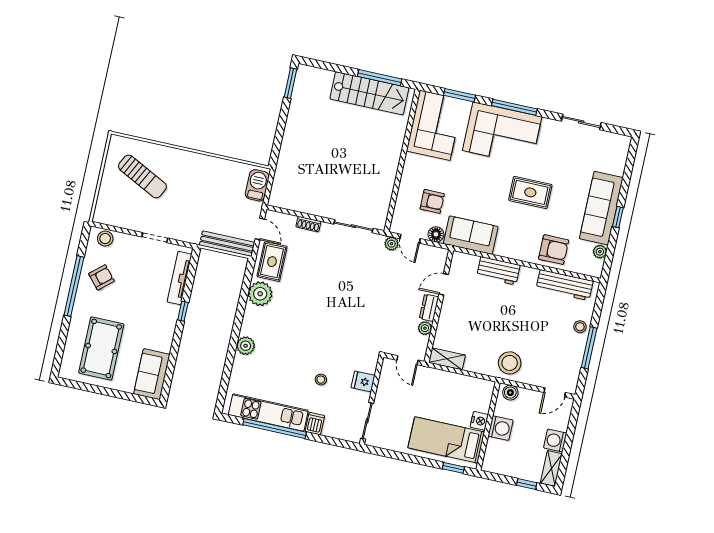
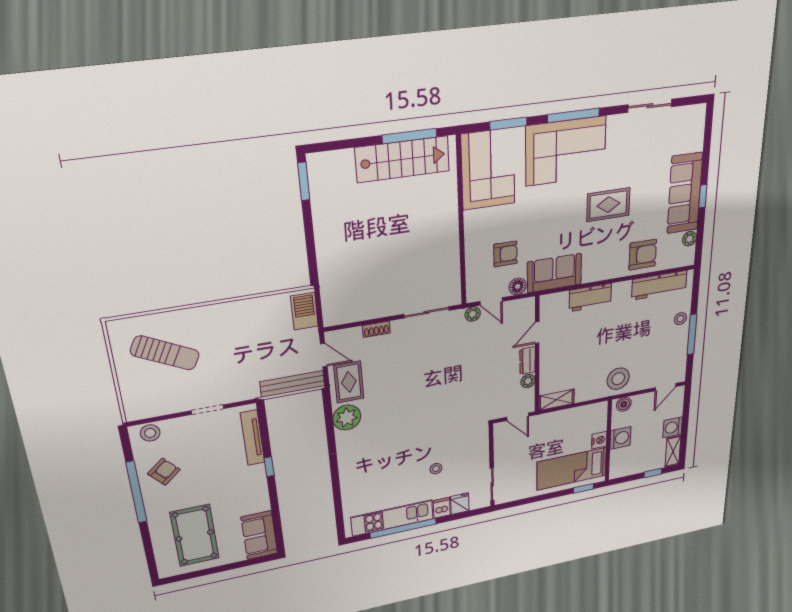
plant: (246, 346) -> (348, 471), removed
fridge: (363, 382) -> (460, 504), moved, turned 90

